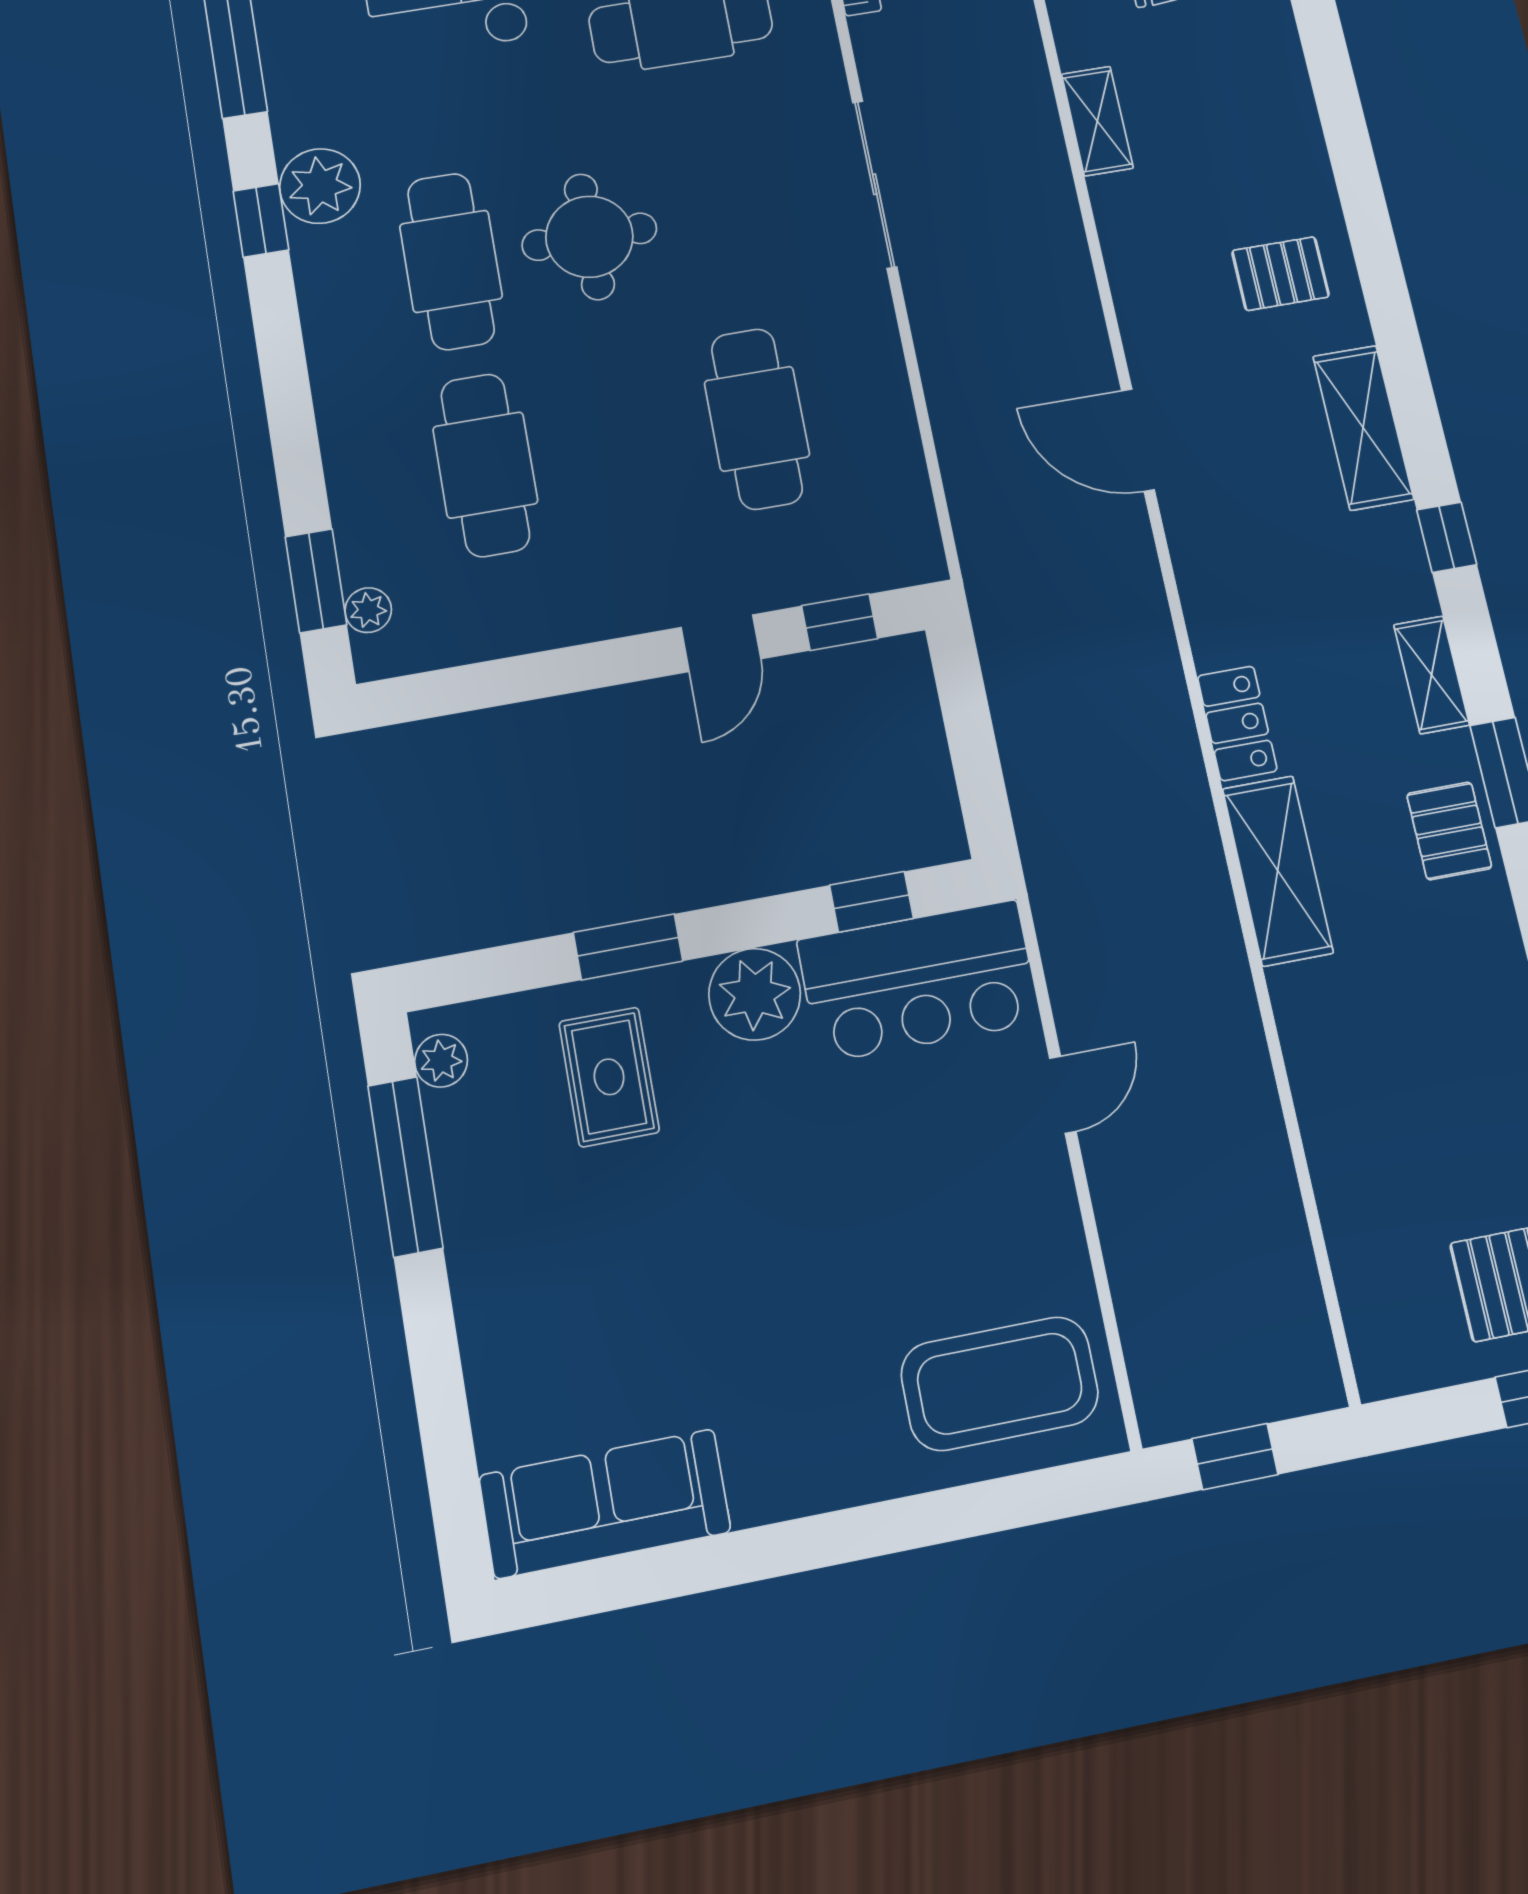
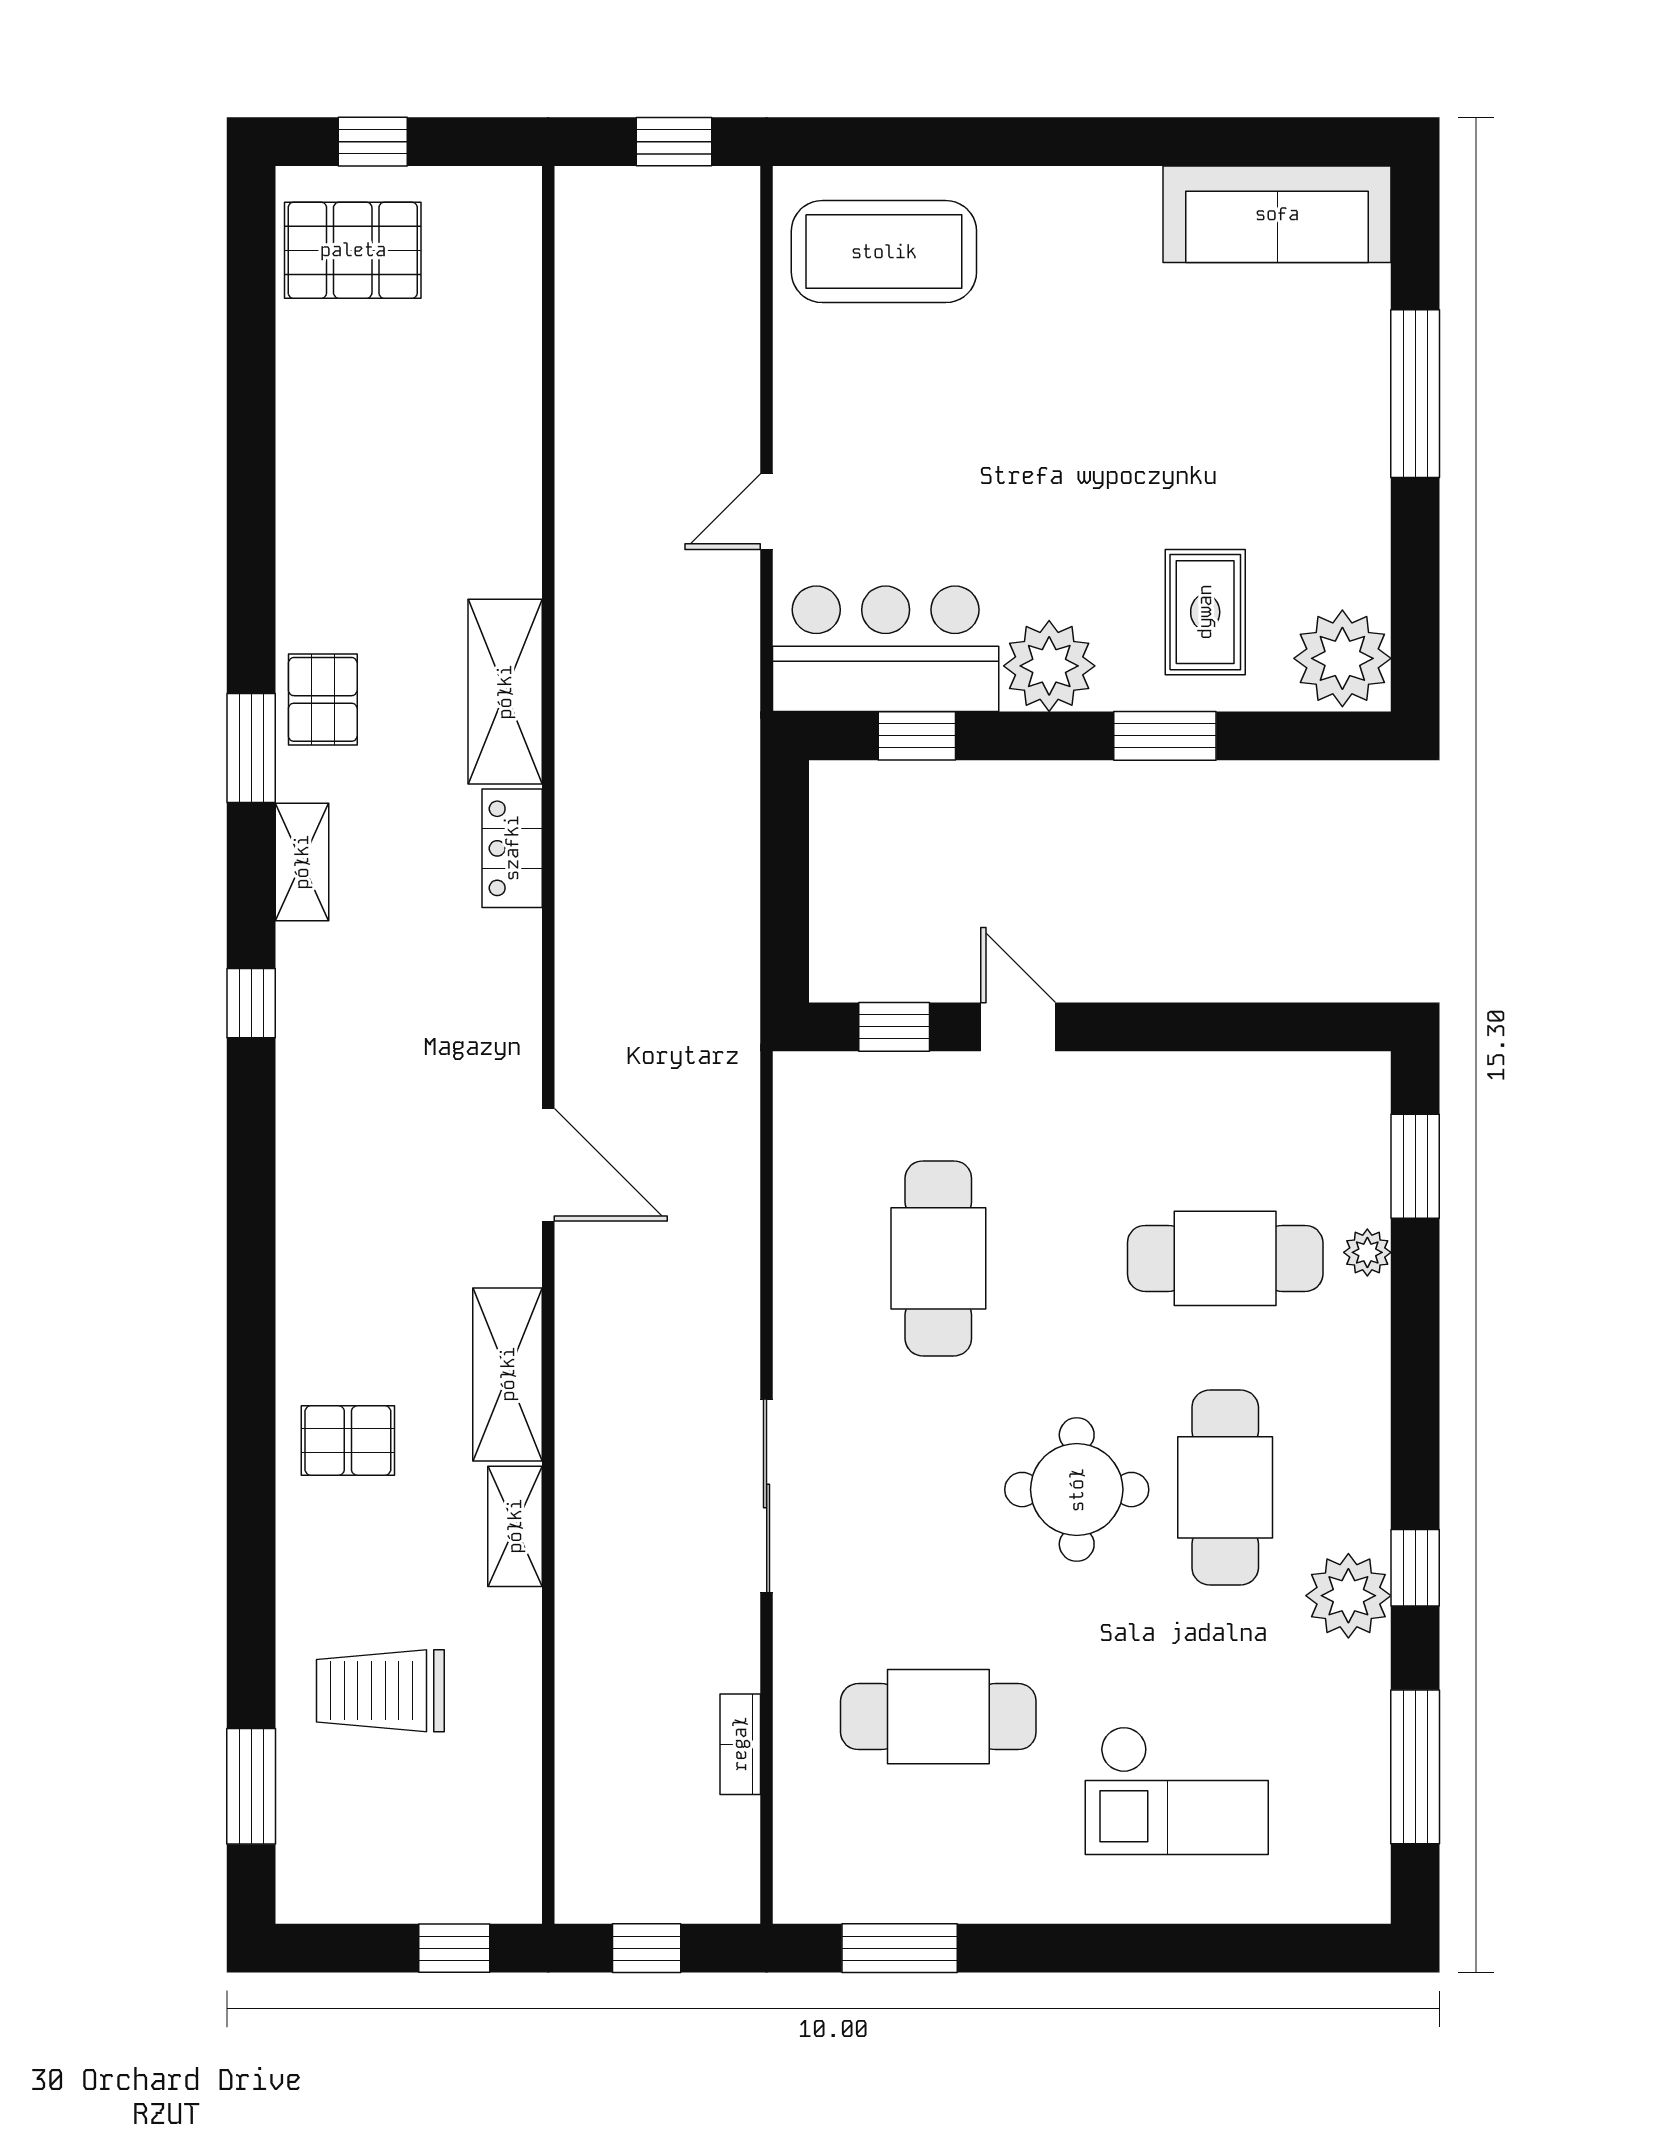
pallet: (1280, 274) -> (348, 1441), moved
shelving: (1363, 428) -> (508, 1374), moved
cafe table: (485, 465) -> (1225, 1258), turned 90
plant: (368, 610) -> (1367, 1252), moved
door: (721, 643) -> (1018, 1027), hinge flipped
plant: (441, 1061) -> (1342, 658), width x1.88, depth x1.88
window: (405, 1167) -> (1415, 394), moved

